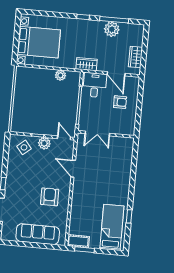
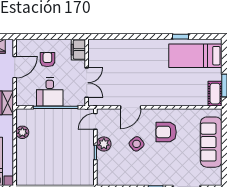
desk: (95, 85) -> (50, 92), moved, turned -90
filing cabinet: (126, 129) -> (78, 50), added
side table: (24, 147) -> (137, 144), moved

